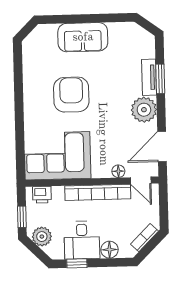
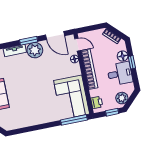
window: (160, 79) -> (29, 41), moved
armchair: (71, 95) -> (33, 95), removed
window: (20, 153) -> (74, 120), added
door: (141, 180) -> (78, 45), hinge flipped
window: (77, 263) -> (132, 62), moved

